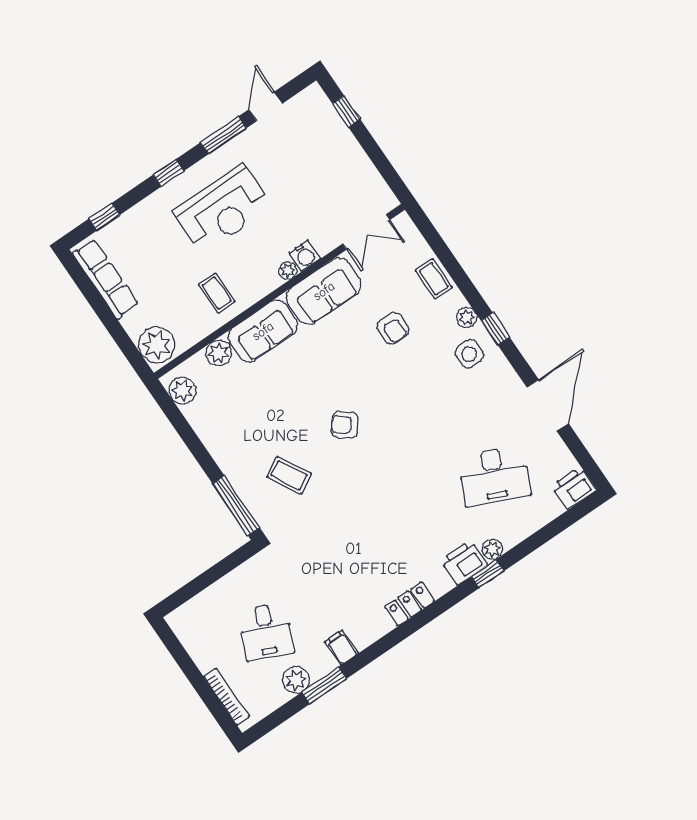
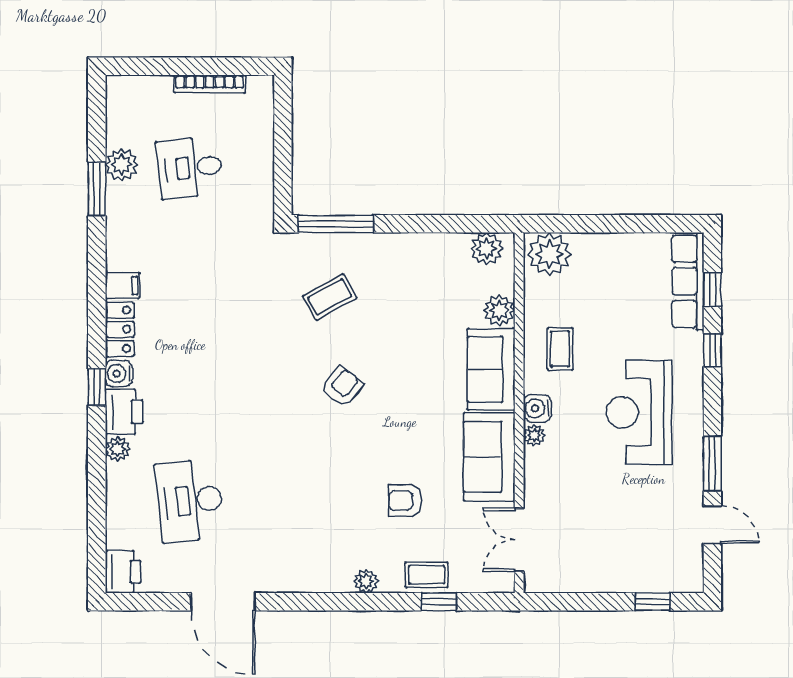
window: (168, 173) -> (712, 350), moved
water cooler: (305, 256) -> (537, 408), moved
row of seats: (106, 279) -> (688, 281), moved, turned 90
coffee table: (217, 293) -> (560, 349), turned 90
window: (495, 329) -> (439, 602), moved
side table: (469, 354) -> (328, 559), removed
desk: (494, 476) -> (190, 500), turned -30
window: (488, 574) -> (97, 387), moved
water cooler: (440, 584) -> (119, 374), added
desk: (266, 632) -> (190, 168), turned -30
filing cabinet: (342, 648) -> (123, 285), moved
bookcase: (226, 697) -> (210, 84), moved

